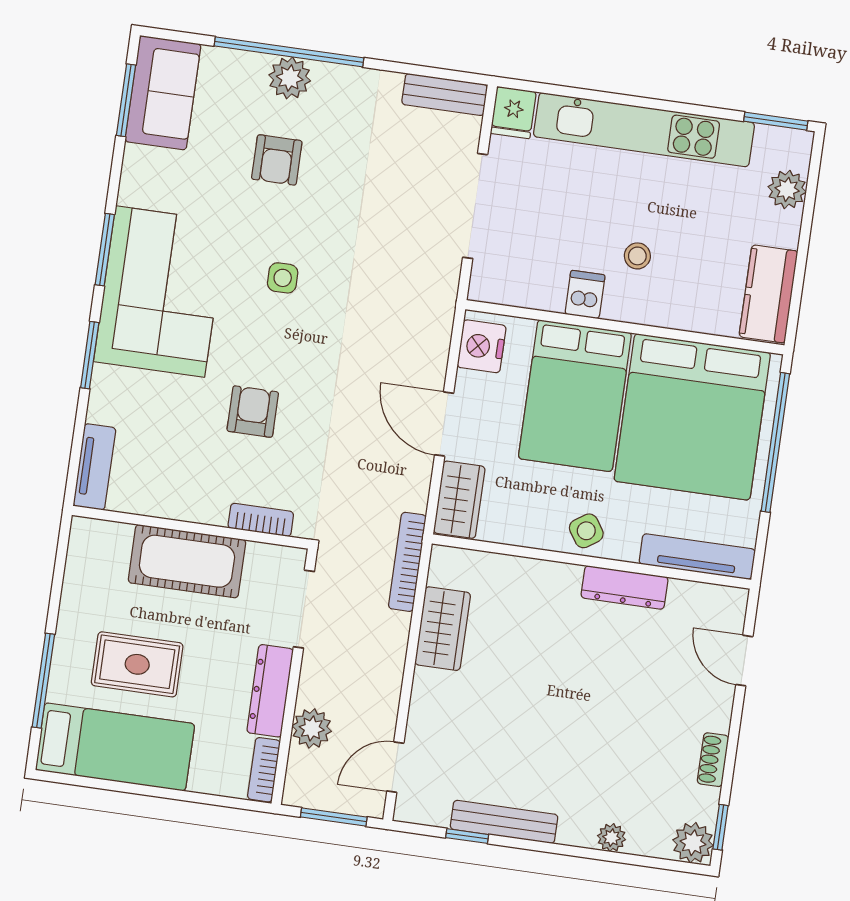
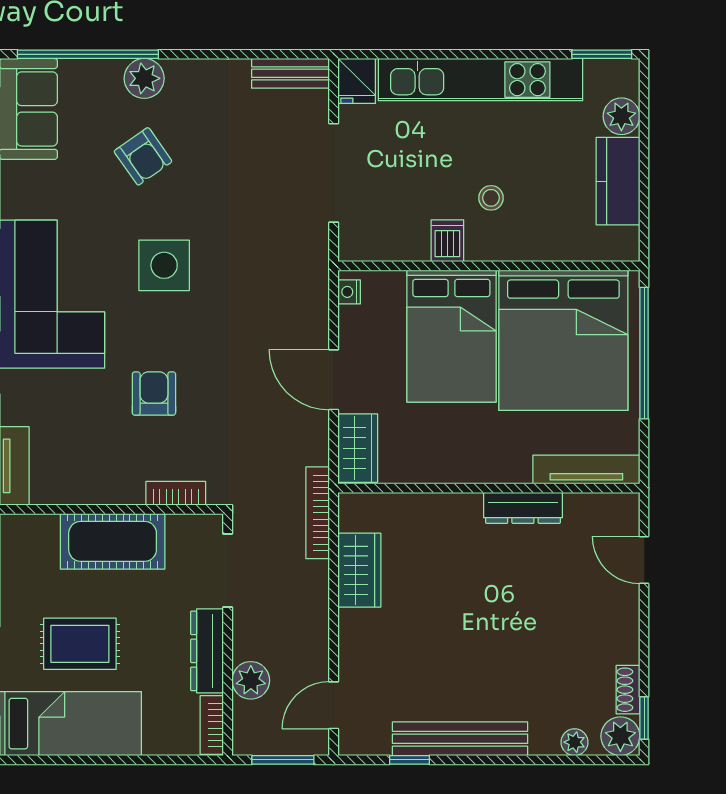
window: (289, 52) -> (88, 54), moved
armchair: (277, 160) -> (143, 156), turned -35
side table: (283, 278) -> (164, 265), width x1.87, depth x1.87
kitchen counter: (768, 294) -> (618, 181), moved
nightstand: (482, 346) -> (349, 292), width x0.53, depth x0.56
side table: (586, 531) -> (480, 460), removed
shoe rack: (713, 760) -> (628, 690), moved
bench: (504, 822) -> (460, 739), width x1.37, depth x1.21
plant: (612, 838) -> (575, 742), moved

